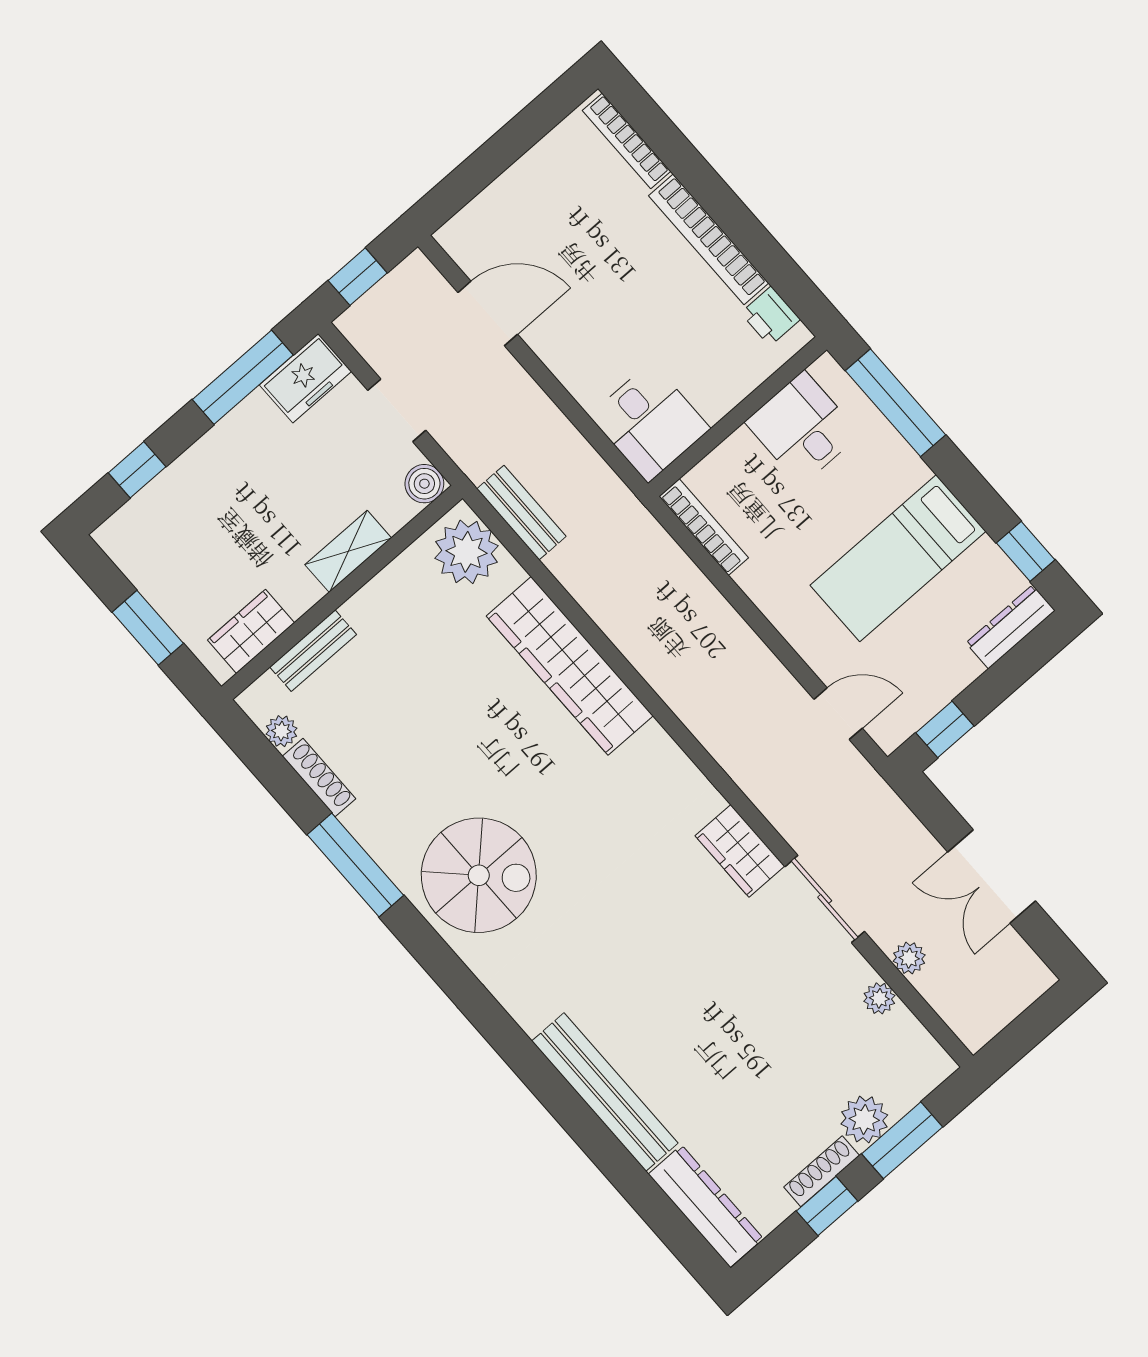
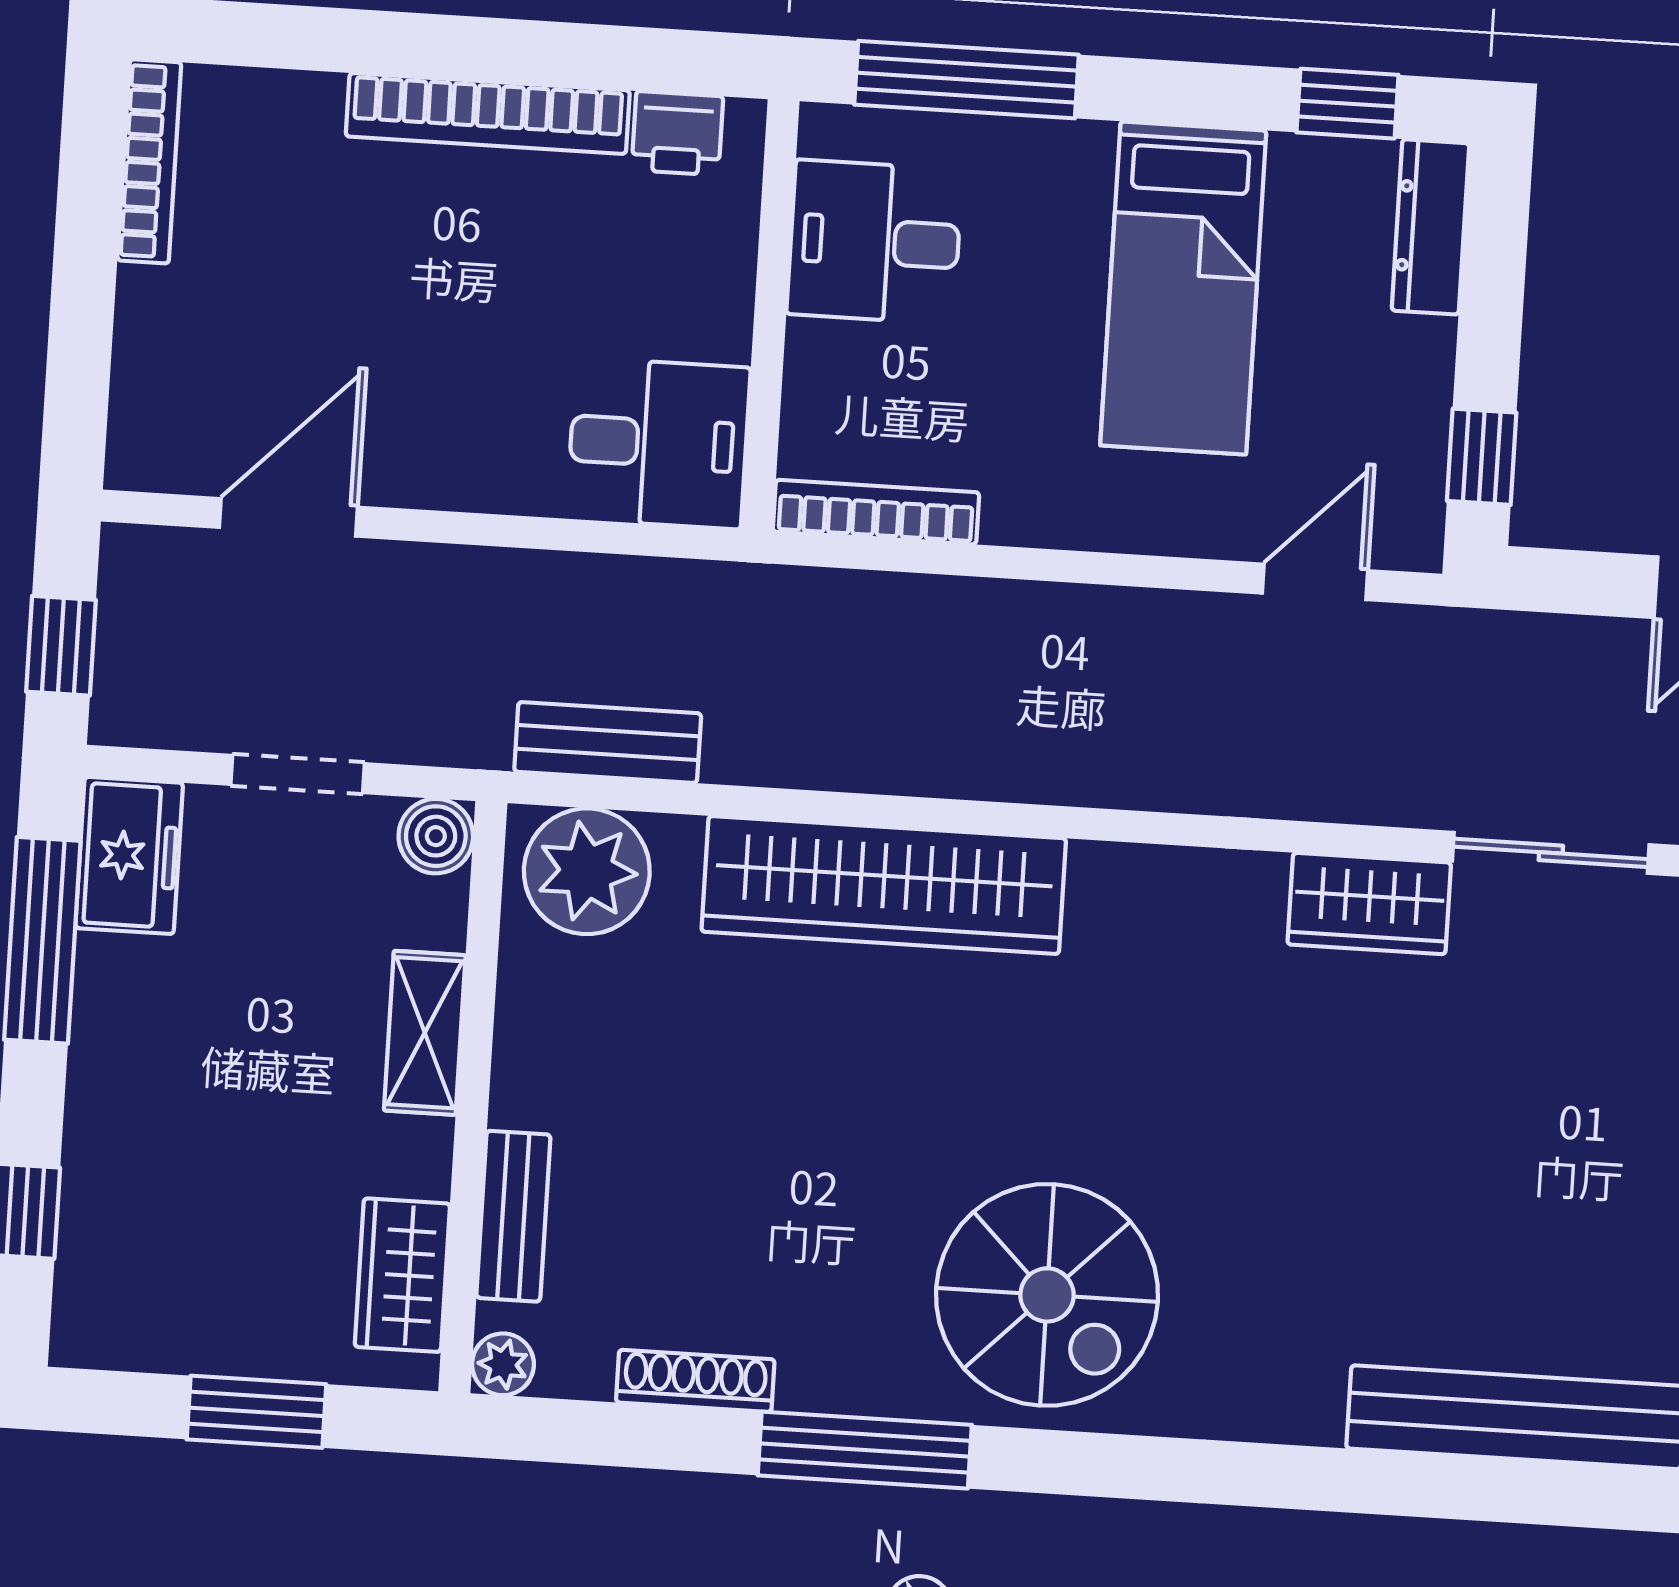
bookcase: (627, 141) -> (149, 161), moved, turned -90
plant: (281, 731) -> (503, 1364), moved
spiral stairs: (479, 875) -> (1047, 1295), turned 90

